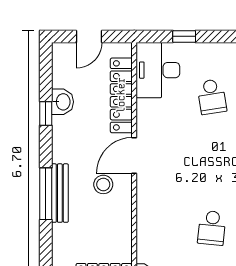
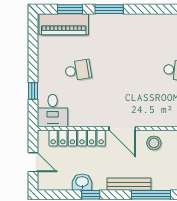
desk: (158, 70) -> (53, 111), width x0.73
stool: (103, 184) -> (154, 143), moved
bench: (60, 193) -> (129, 184), moved

